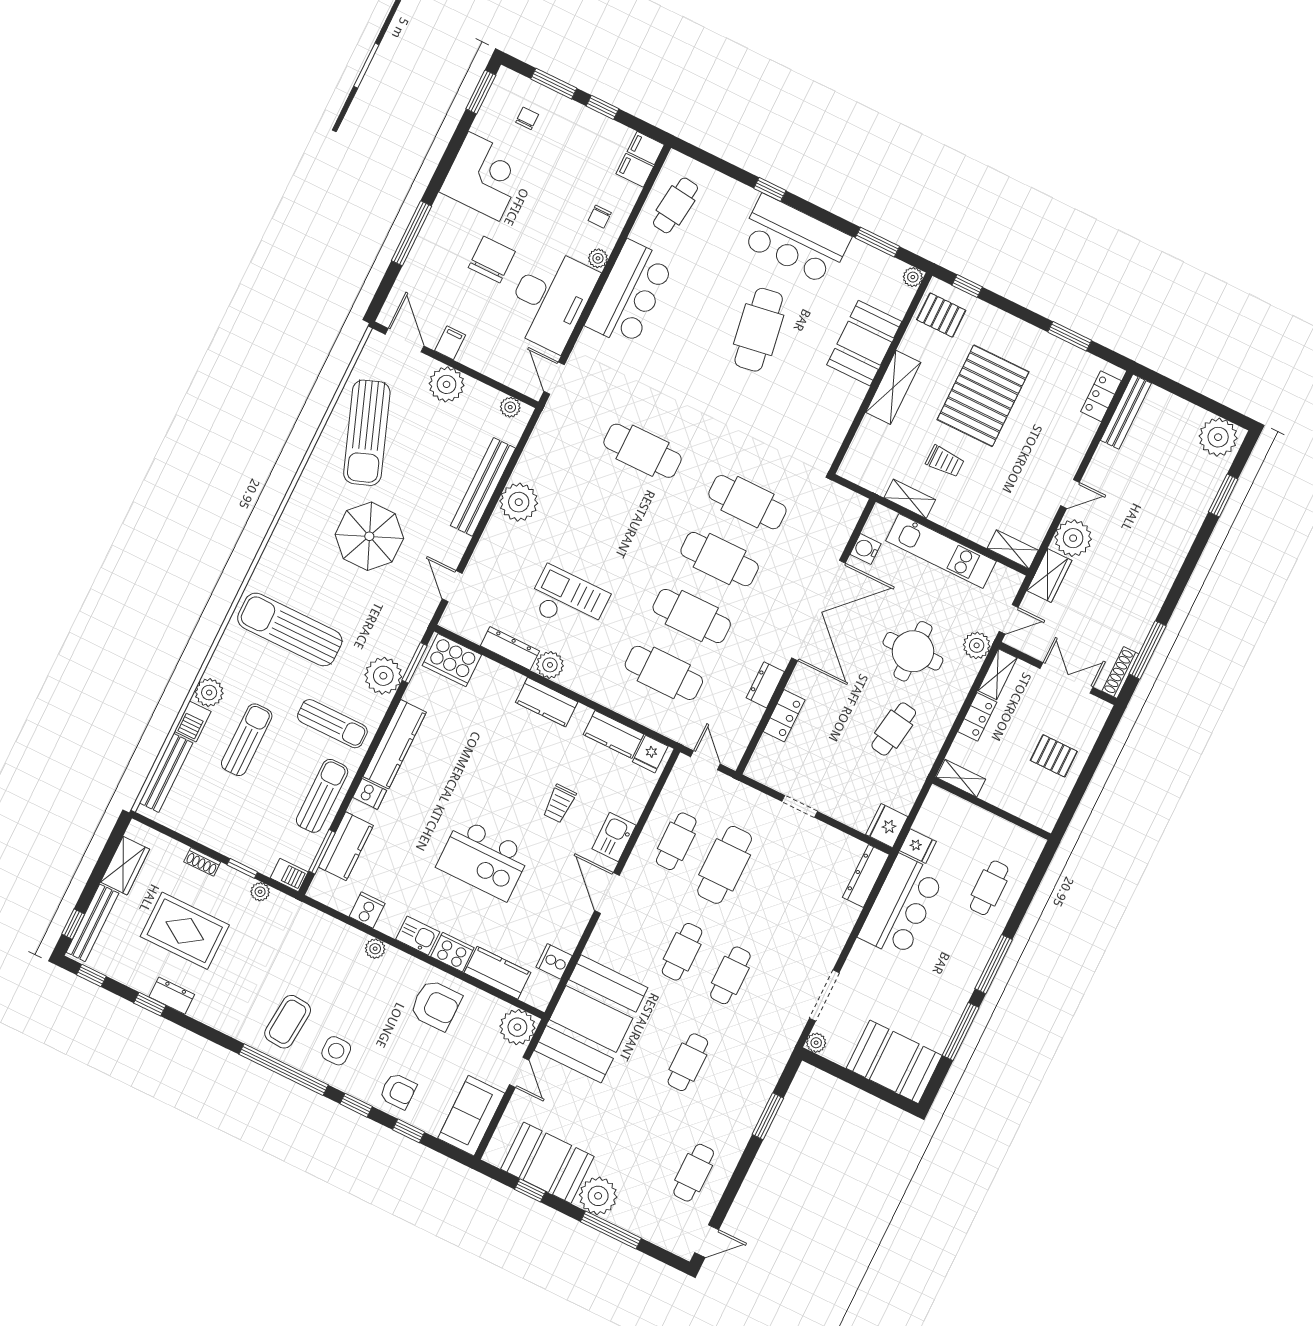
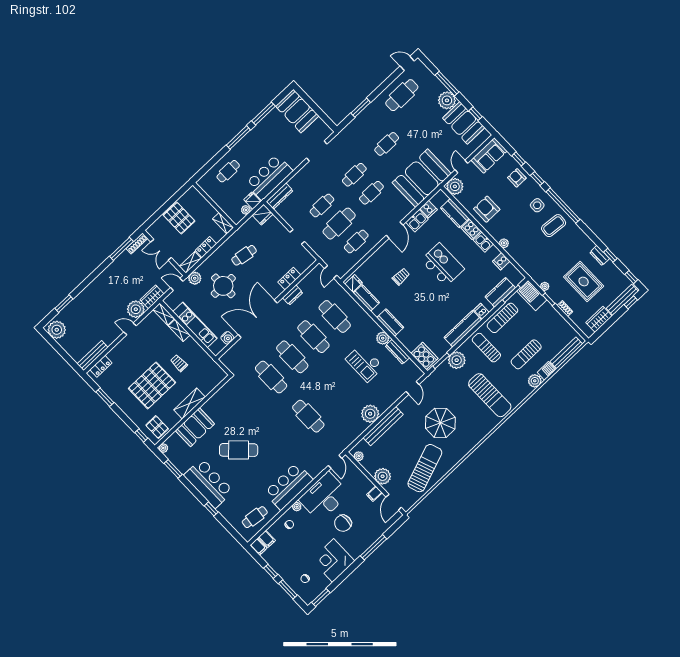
cafe table: (759, 330) -> (239, 450), turned 53
shelving: (910, 499) -> (179, 330), moved
pallet: (1054, 756) -> (179, 218), width x1.50, depth x1.42
kitchen sink: (614, 837) -> (417, 221), moved
barbecue: (289, 875) -> (532, 295), width x1.88, depth x1.53
cafe table: (773, 889) -> (322, 206), added
plant: (816, 1043) -> (246, 210), moved
cafe table: (694, 1173) -> (402, 95), width x1.37, depth x1.35

